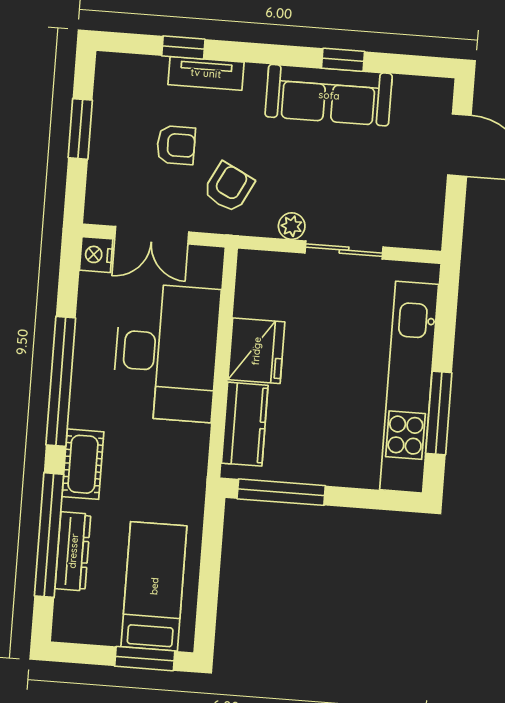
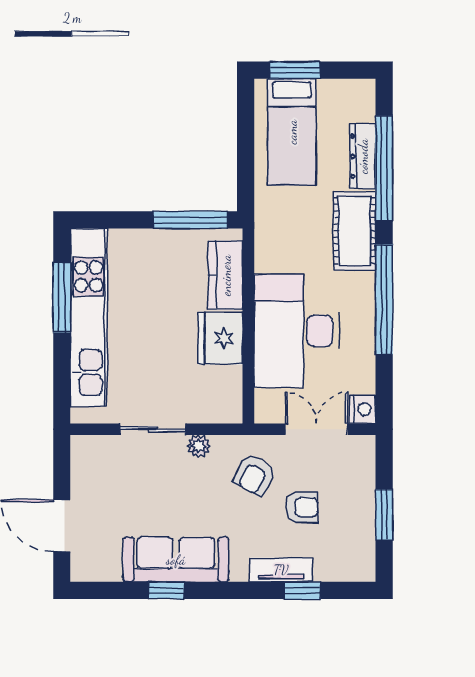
armchair: (176, 145) -> (302, 507), turned 180
cot: (83, 464) -> (355, 231), width x1.37, depth x1.34

